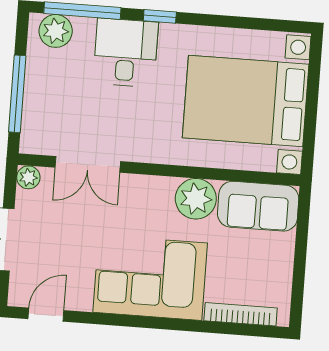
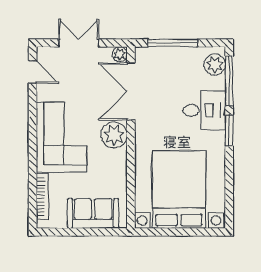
window: (160, 16) -> (229, 130), width x1.50
double door: (88, 164) -> (131, 92), width x1.37
plant: (196, 199) -> (114, 135), moved
sofa: (258, 206) -> (93, 213), moved, turned 90

